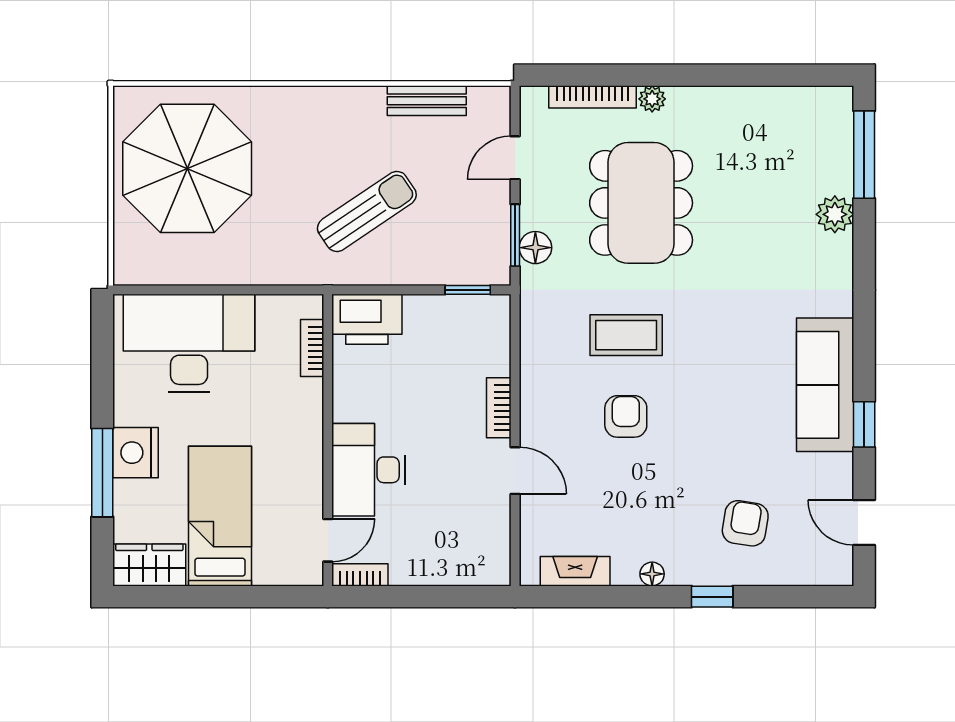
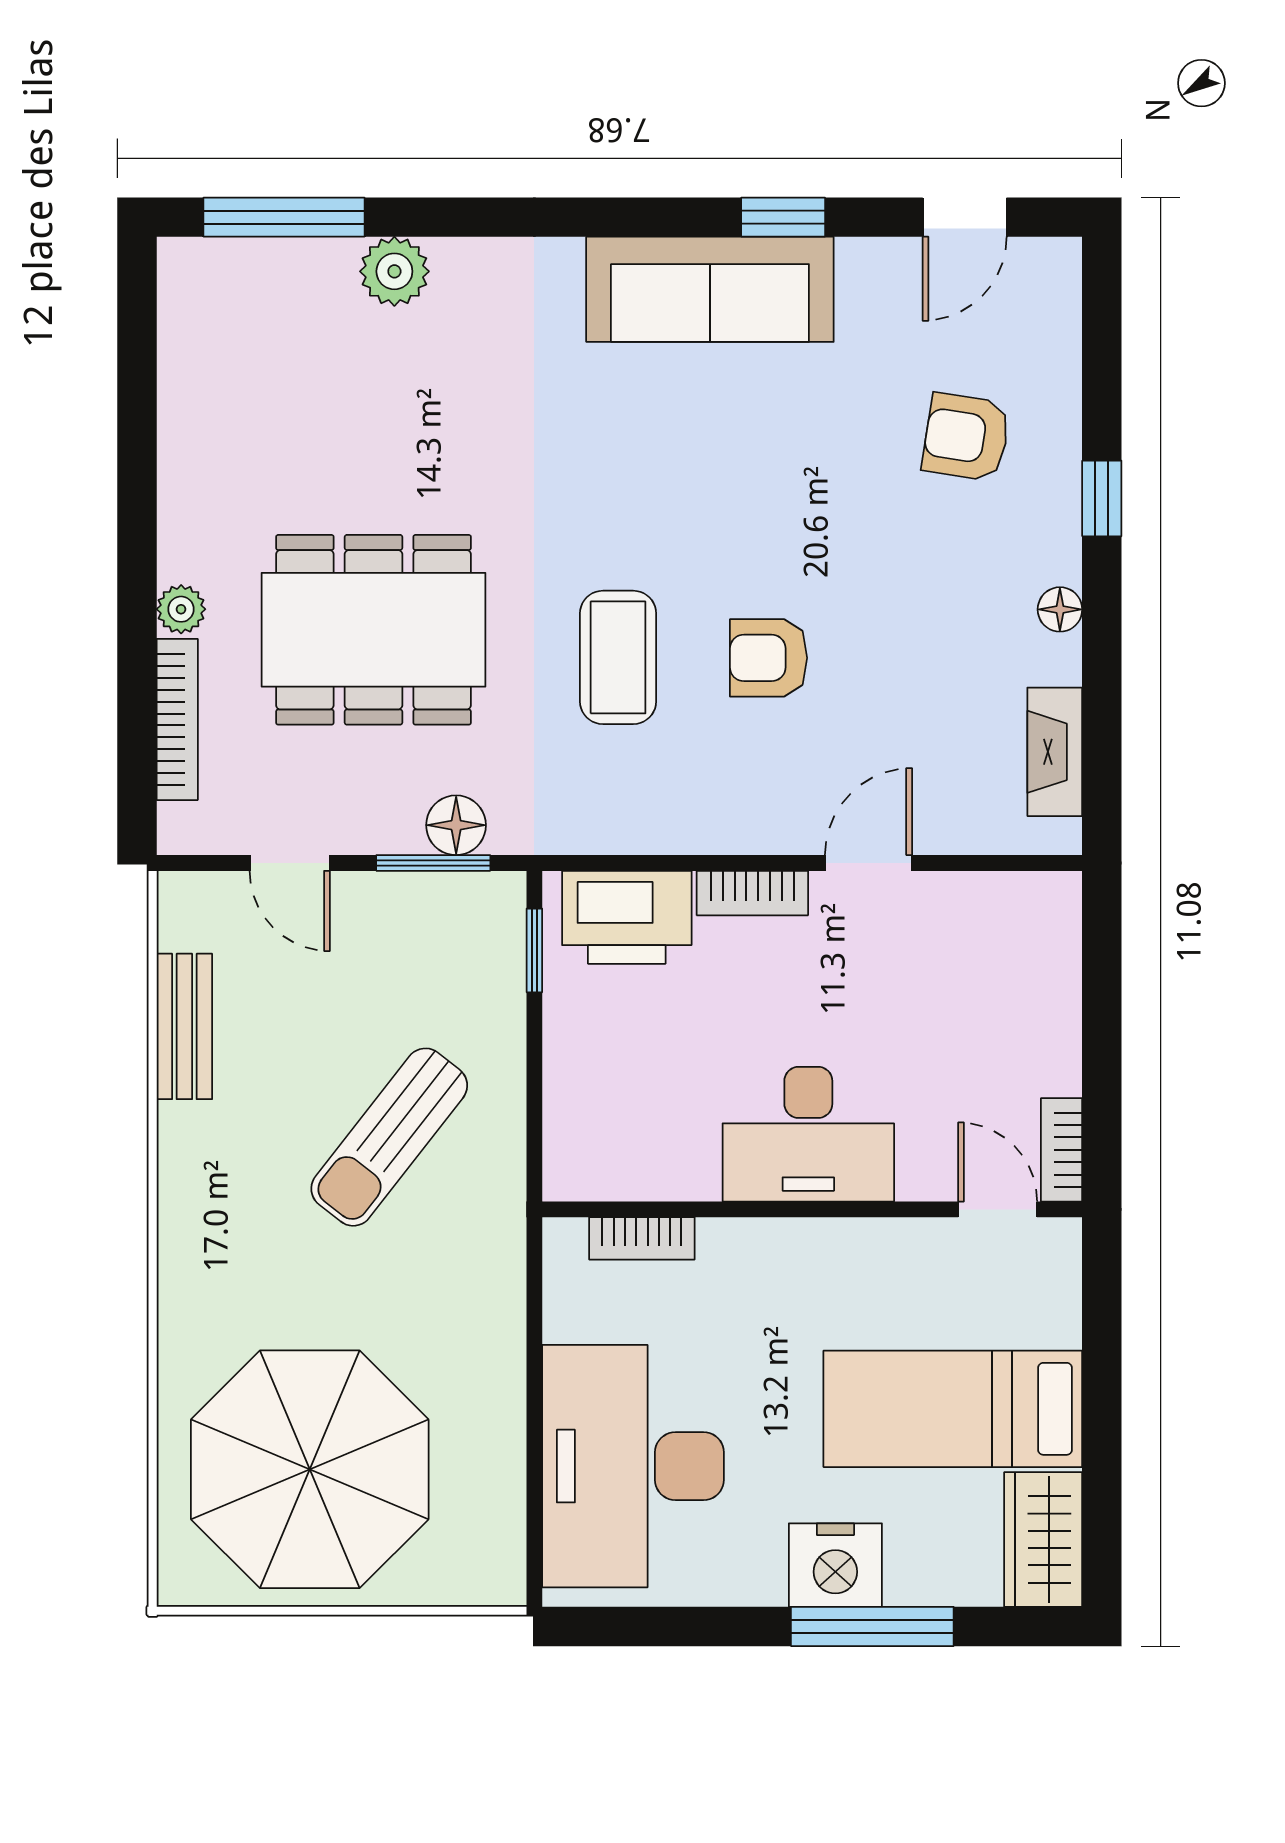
sun lounger: (367, 211) -> (389, 1137), turned -108
printer: (367, 319) -> (627, 917), moved, turned 90
desk: (368, 470) -> (808, 1134), moved

